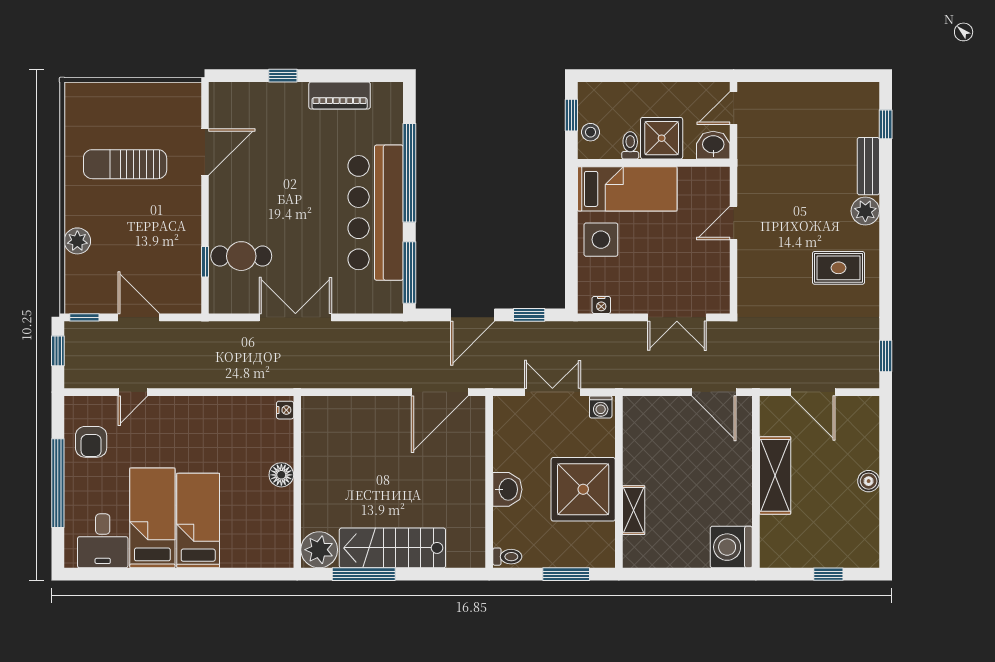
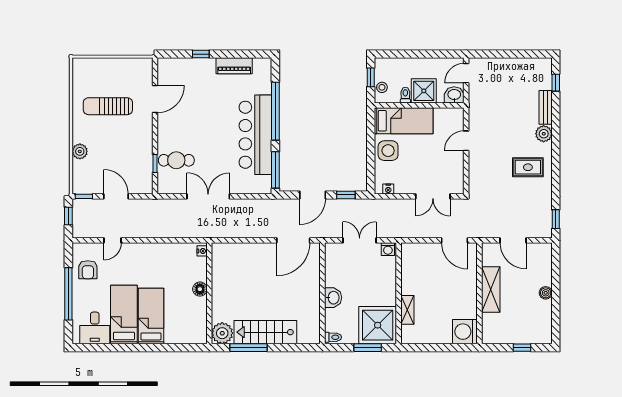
shower: (583, 489) -> (378, 325), moved

